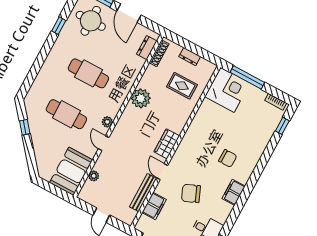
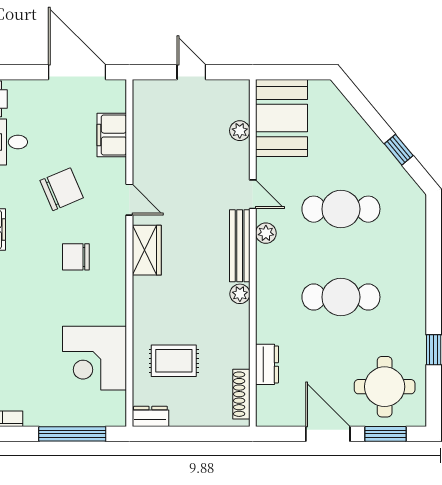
dresser: (147, 48) -> (267, 364), moved
dresser: (190, 57) -> (150, 416), moved
corner desk: (227, 90) -> (94, 358), moved
plant: (141, 98) -> (240, 294), width x0.53, depth x0.53
chair: (228, 158) -> (76, 257), moved
bench: (143, 193) -> (240, 246), moved

